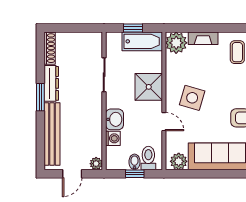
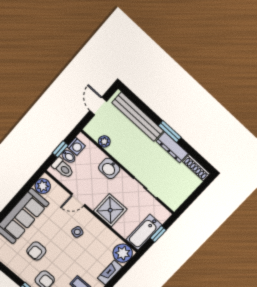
side table: (192, 98) -> (77, 232), width x0.54, depth x0.54
washing machine: (113, 138) -> (76, 146), moved, turned -90
plant: (96, 164) -> (104, 141), moved

